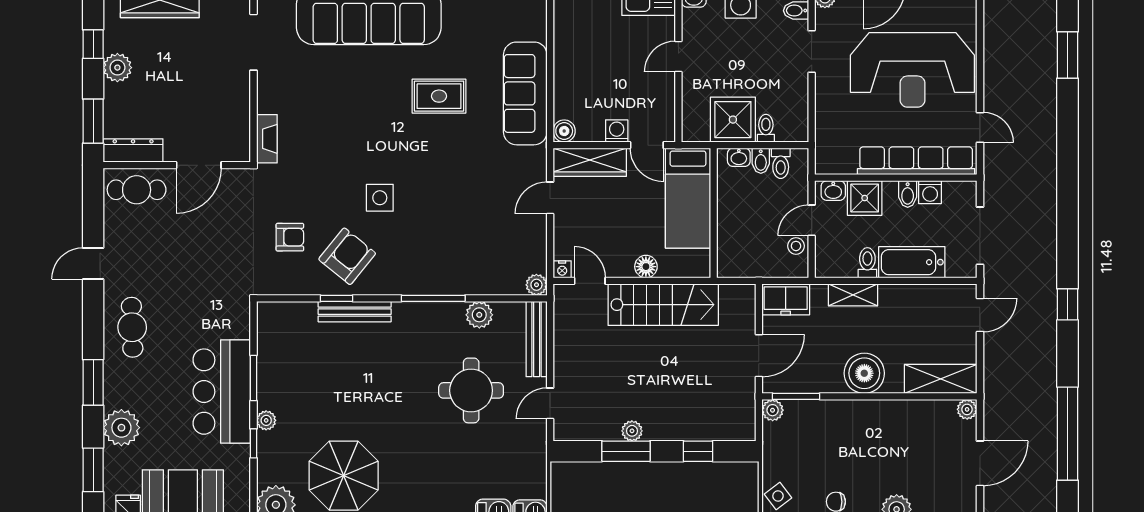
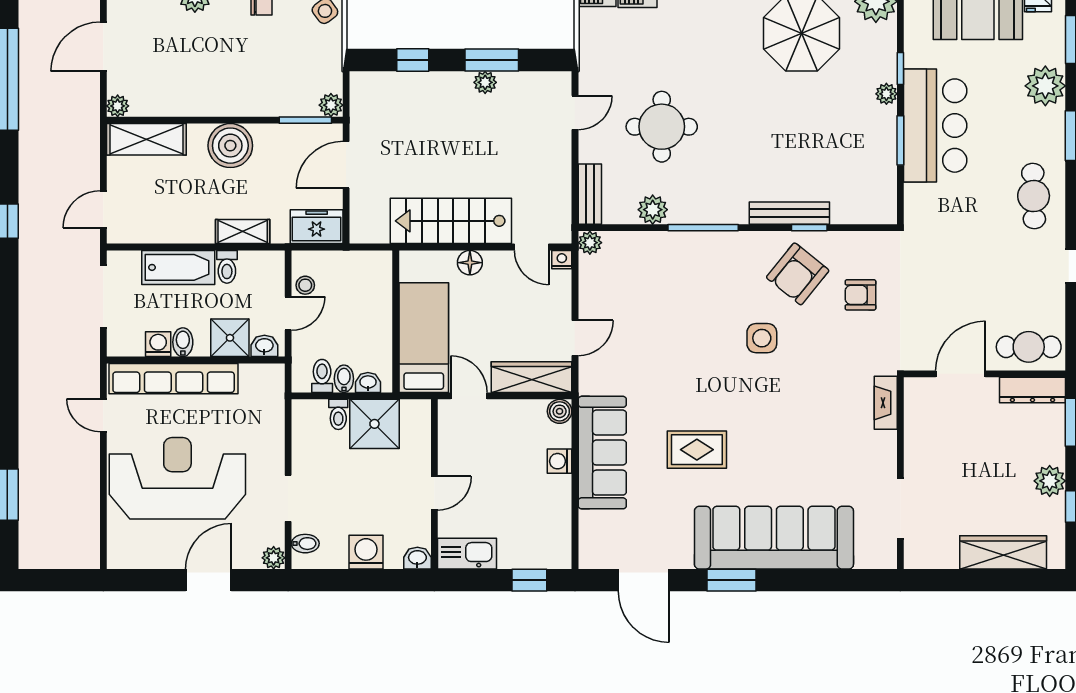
washing machine: (617, 131) -> (559, 461), moved, turned 90
bench: (537, 339) -> (590, 194), width x0.73

